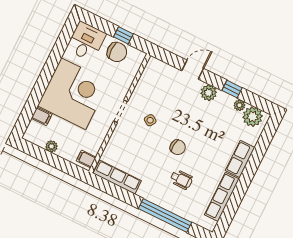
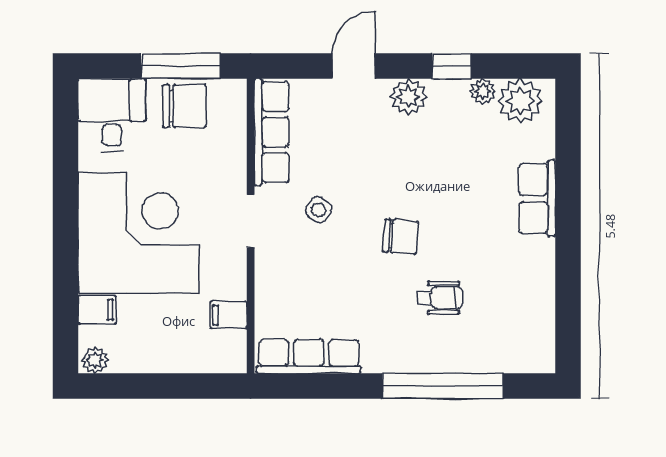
window: (123, 35) -> (181, 66), width x2.17
plant: (51, 146) -> (95, 360), moved
filing cabinet: (86, 159) -> (229, 315), moved
row of seats: (222, 197) -> (272, 132), moved, turned 180

